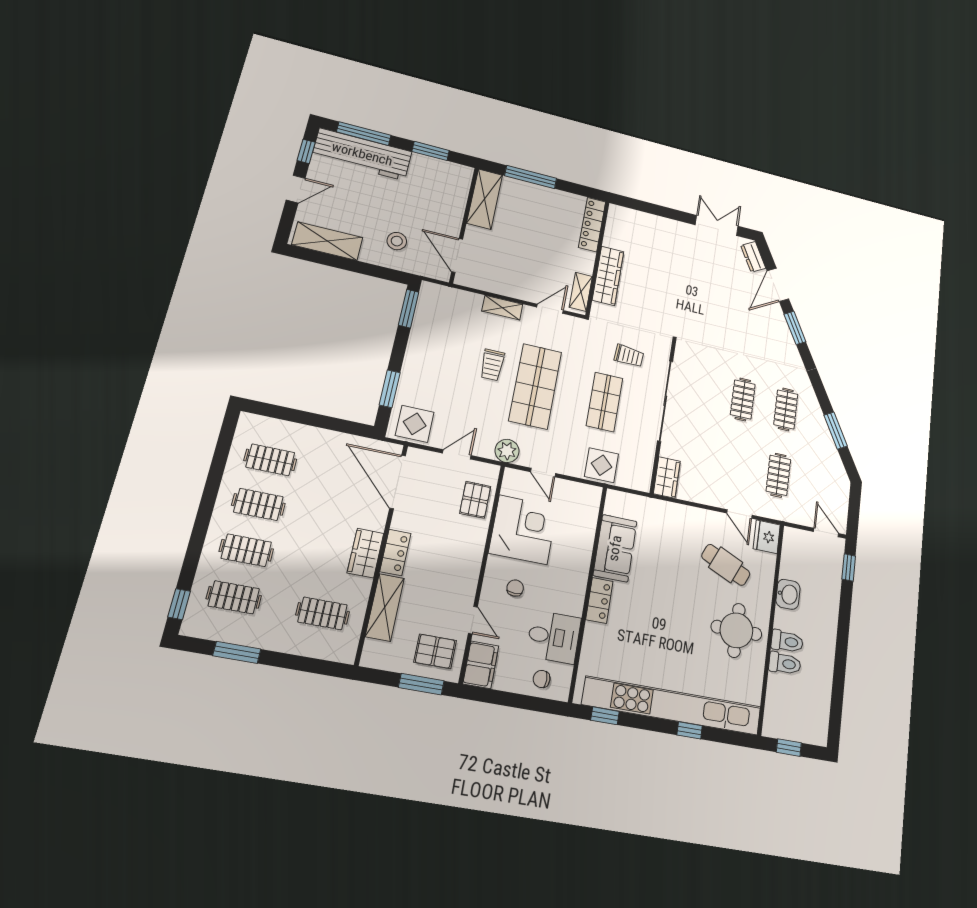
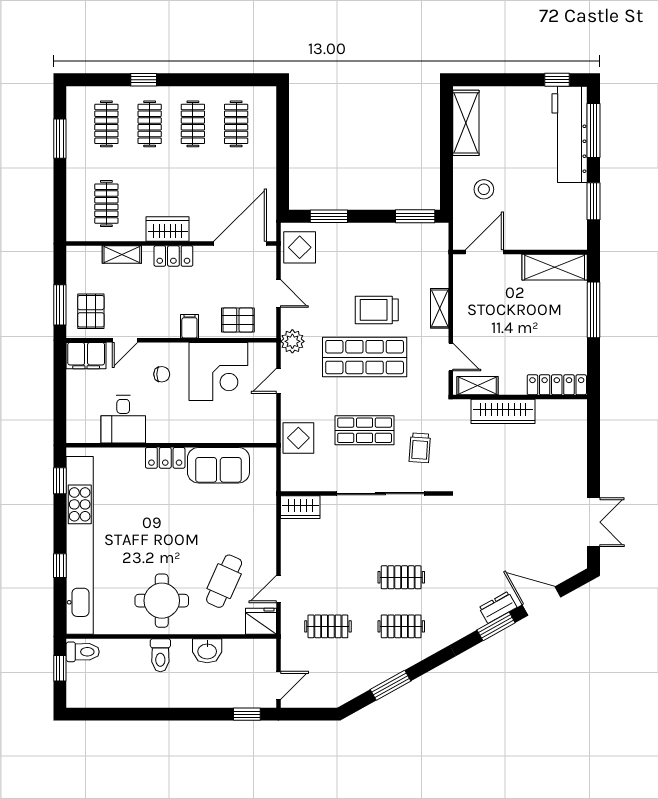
door: (296, 189) -> (513, 80), removed
dresser: (753, 257) -> (498, 607), moved
trolley: (492, 365) -> (377, 310), width x1.36, depth x1.39
filing cabinet: (472, 550) -> (189, 326), added
window: (179, 604) -> (144, 80), moved
shelving: (385, 607) -> (122, 255), width x0.67, depth x0.75
toilet: (785, 663) -> (83, 652), moved, turned -90
chair: (542, 679) -> (83, 415), removed

